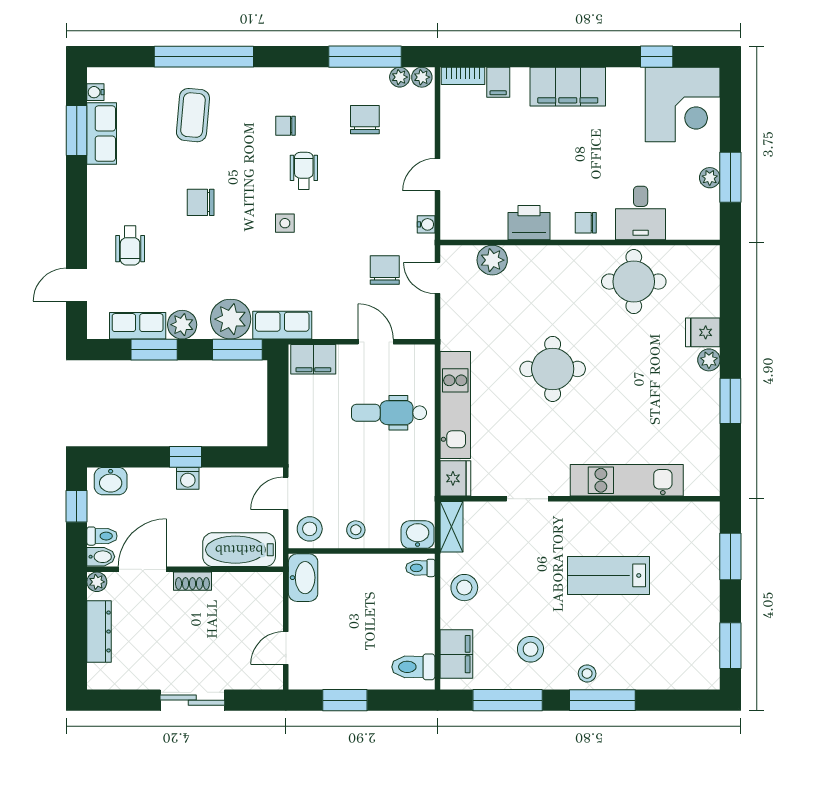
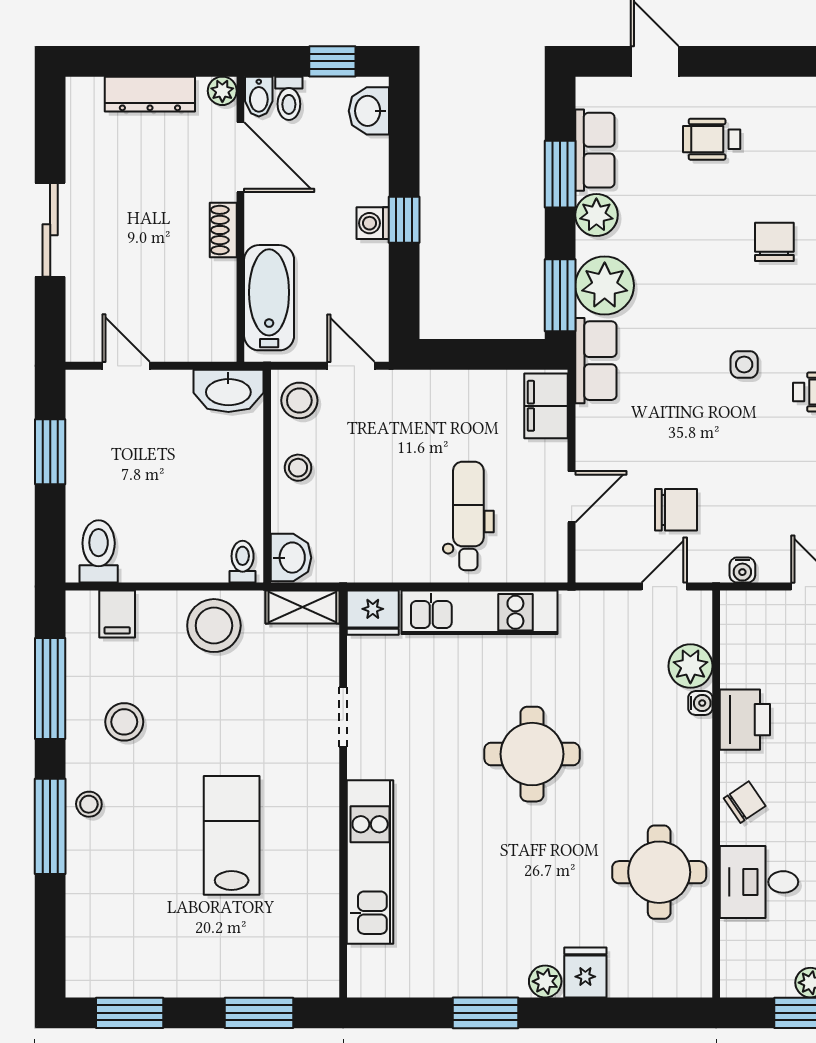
chair: (586, 223) -> (745, 802), turned 56
water cooler: (518, 253) -> (700, 703), added
stool: (464, 588) -> (214, 626), width x1.38, depth x1.38
filing cabinet: (456, 654) -> (117, 614), width x0.50

